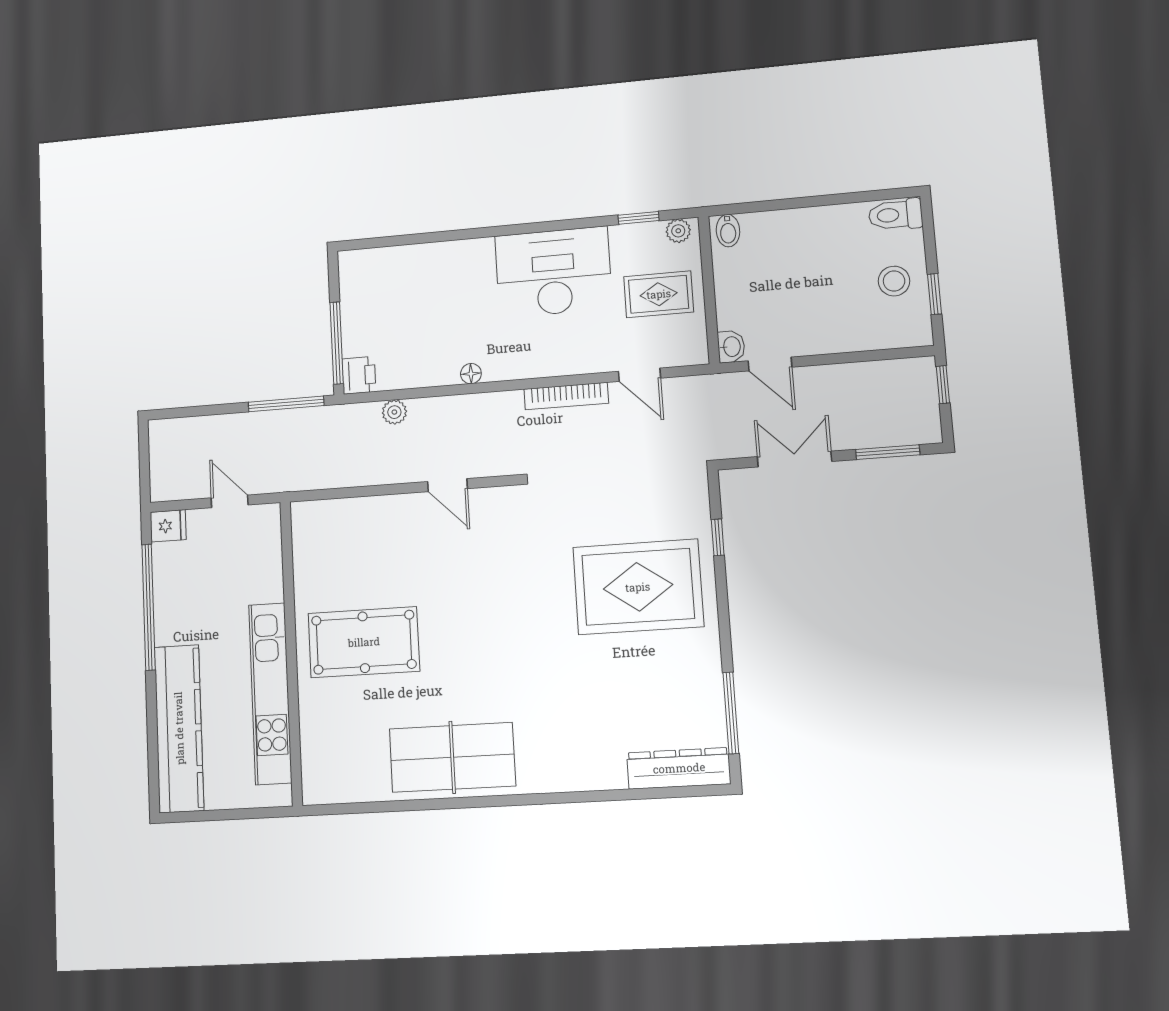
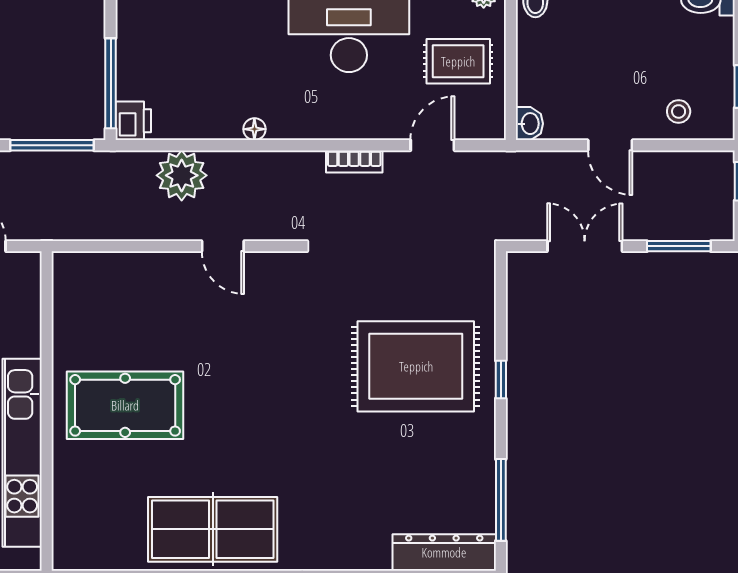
stool: (894, 281) -> (679, 111), moved, width x0.73, depth x0.73
door: (770, 364) -> (610, 145), moved
door: (639, 375) -> (432, 145), swing flipped
bookcase: (566, 396) -> (354, 162), width x0.64
plant: (394, 412) -> (182, 175), width x1.88, depth x1.88
window: (718, 537) -> (501, 379), moved

